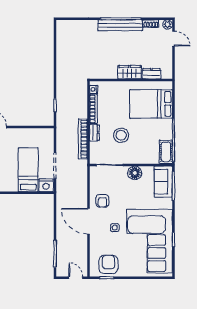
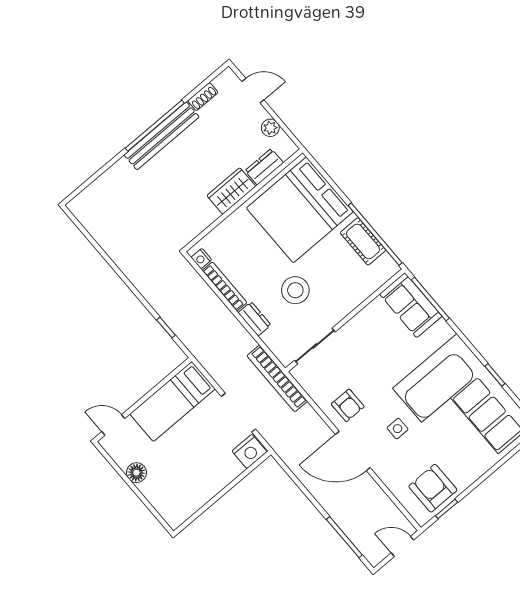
plant: (168, 25) -> (270, 128), moved
bed: (151, 104) -> (300, 210), width x1.36
bookcase: (83, 139) -> (277, 378), moved
cot: (166, 152) -> (363, 241), moved
bed: (28, 170) -> (173, 401), moved, turned -90
floor lamp: (135, 173) -> (360, 327), removed

